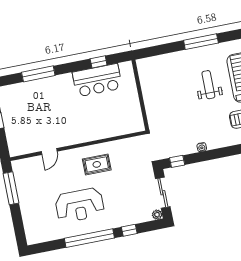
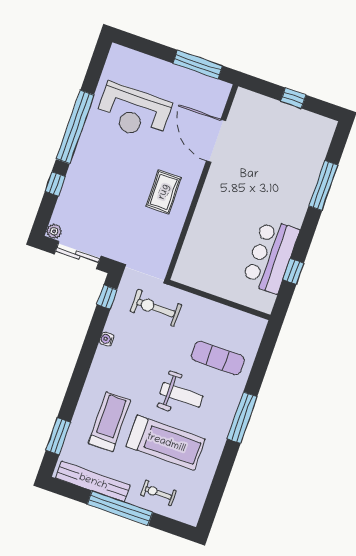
exercise mat: (175, 76) -> (218, 358), added
exercise bike: (167, 129) -> (156, 308), added
door: (49, 151) -> (216, 141), width x1.87
reception desk: (80, 205) -> (134, 112), moved, turned -90

